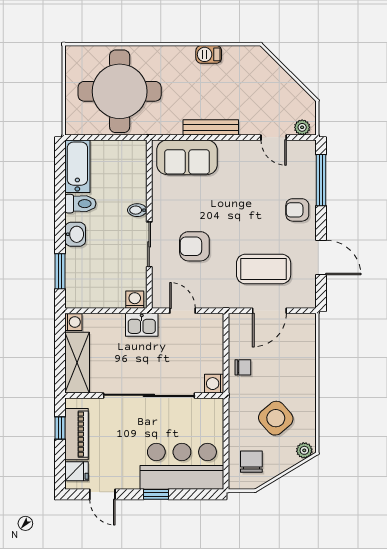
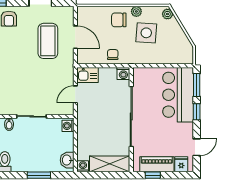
washbasin: (75, 234) -> (67, 160), moved, turned -90
armchair: (194, 246) -> (33, 86), removed
window: (60, 271) -> (39, 175), moved
kitchen sink: (142, 325) -> (88, 75), moved, turned 90
plant: (308, 403) -> (136, 11), added
side table: (276, 418) -> (146, 33), turned 45
chair: (251, 462) -> (119, 20), moved
window: (197, 494) -> (197, 85), added

